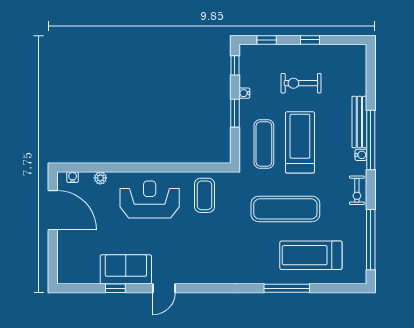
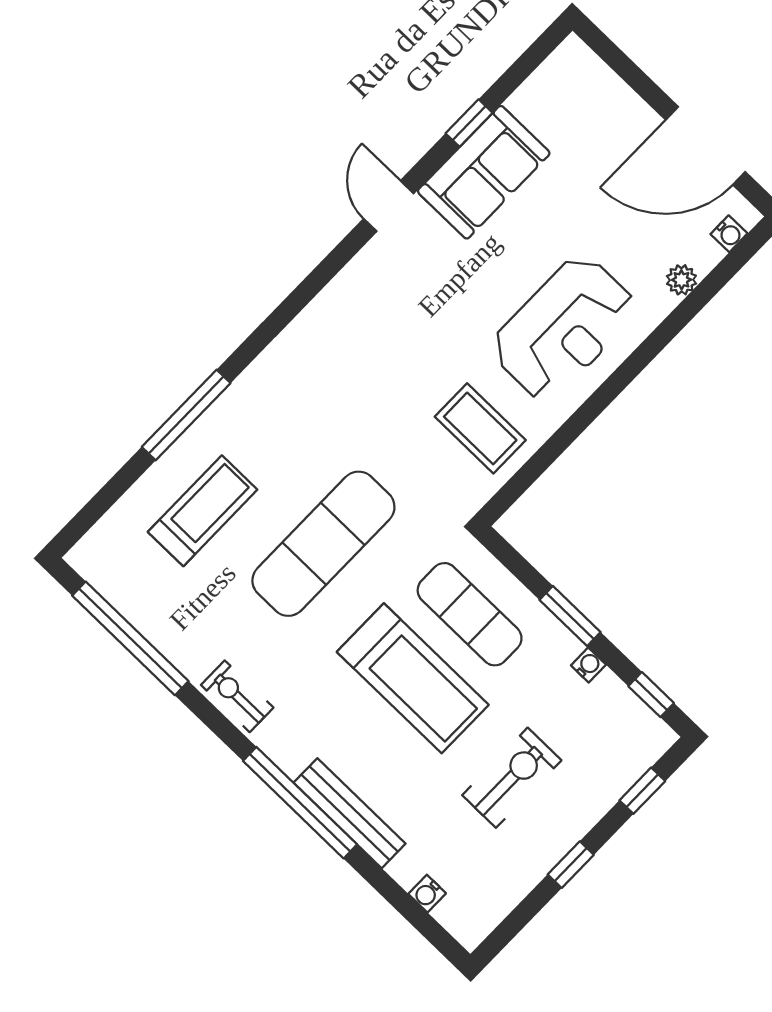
water cooler: (361, 155) -> (427, 894), moved
treadmill: (311, 255) -> (203, 511), width x0.73, depth x0.73

